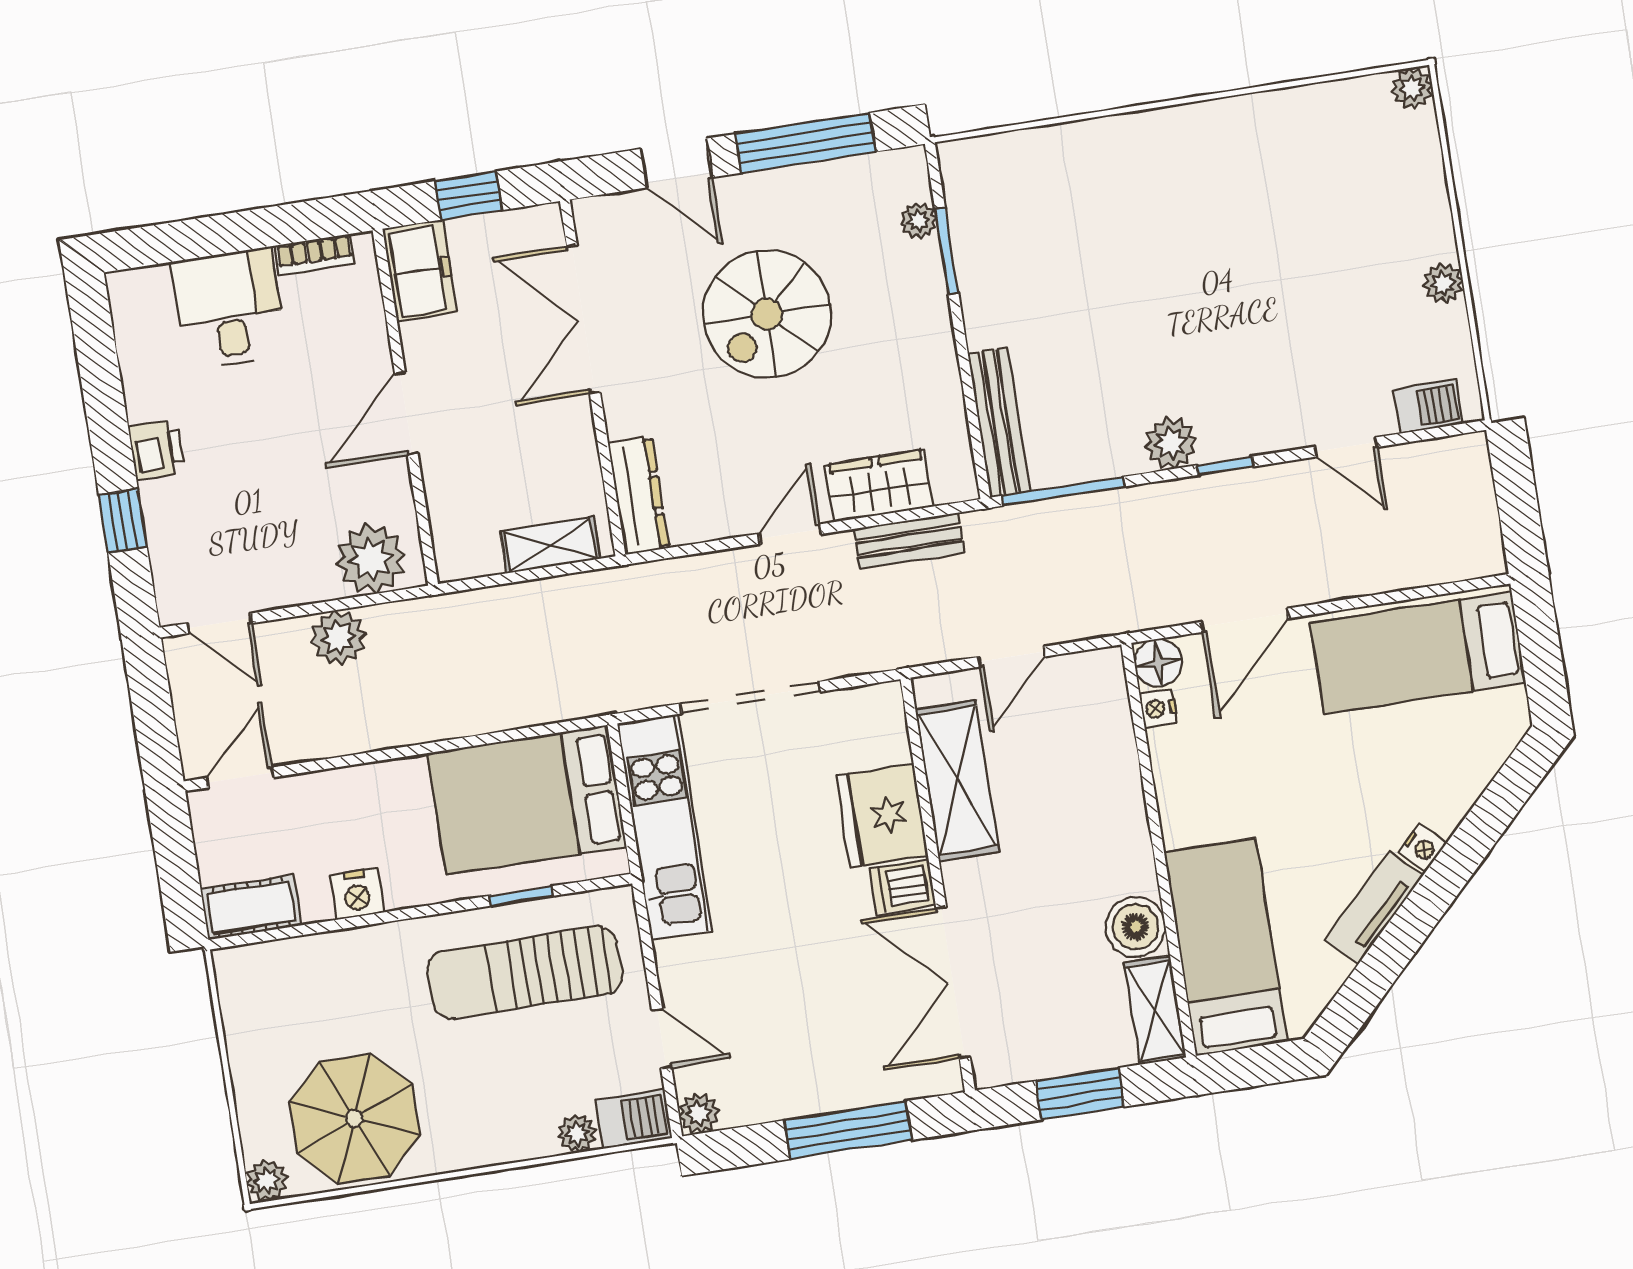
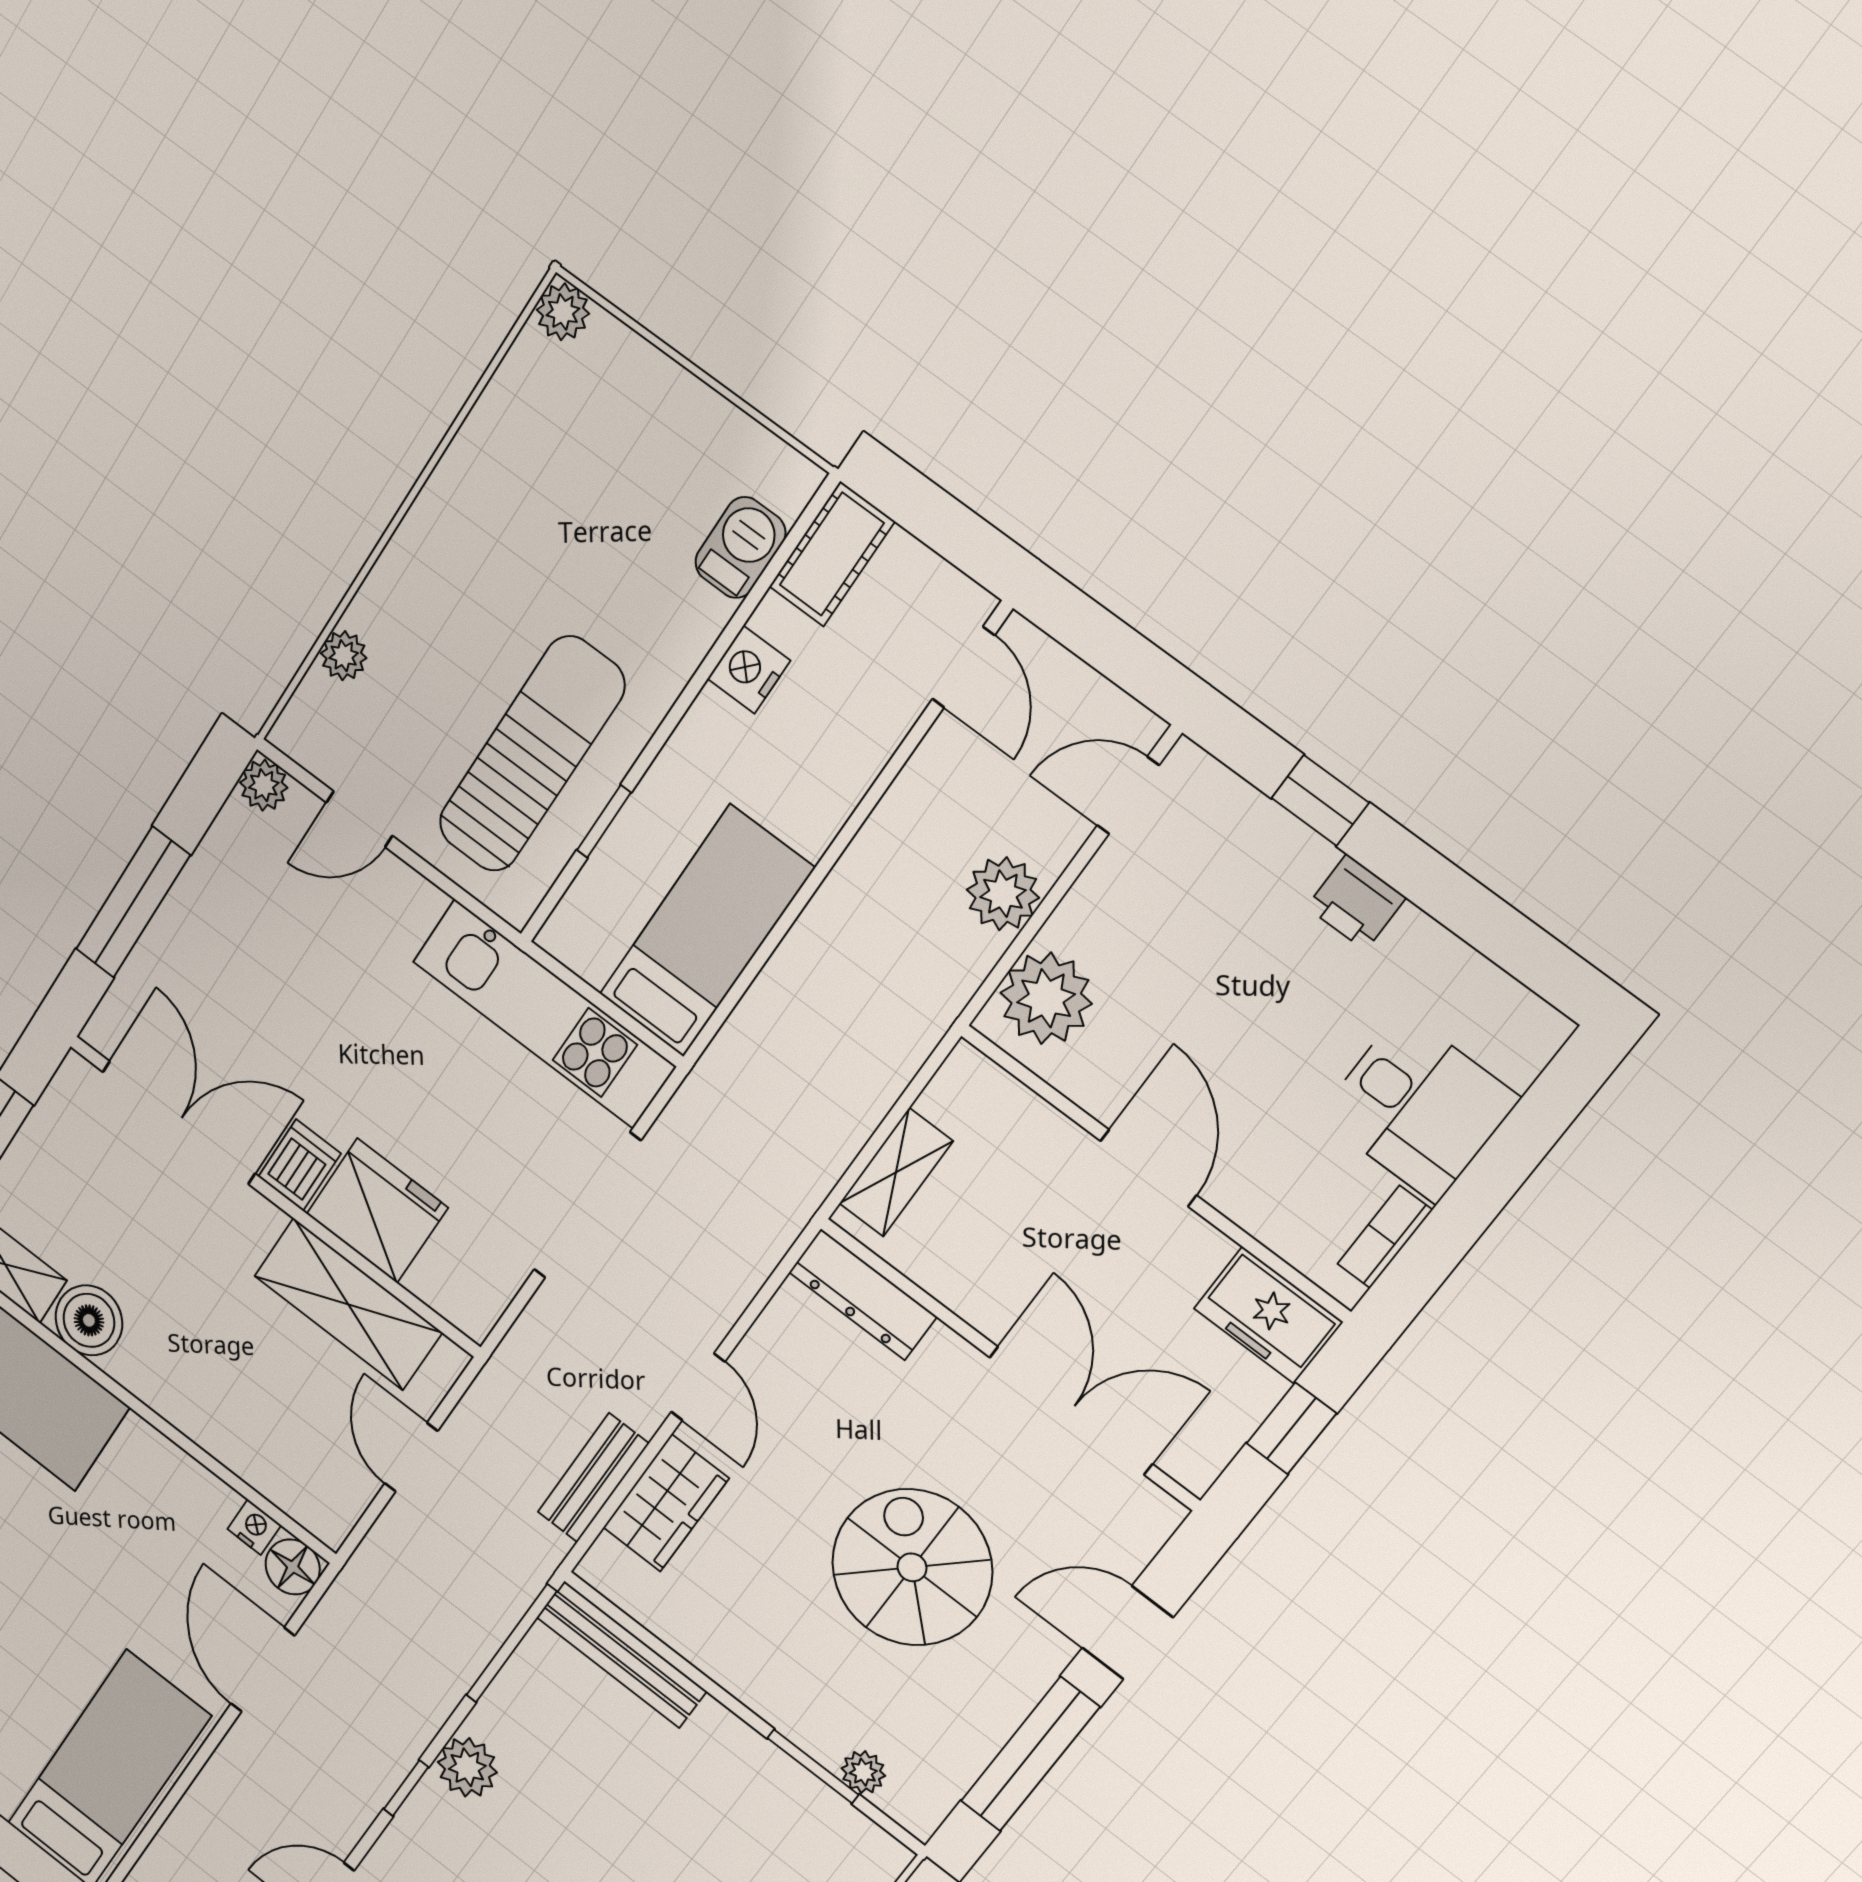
bed: (527, 800) -> (707, 931), width x0.67
parasol: (354, 1119) -> (544, 457), removed
barbecue: (634, 1119) -> (740, 548), moved, turned 180

